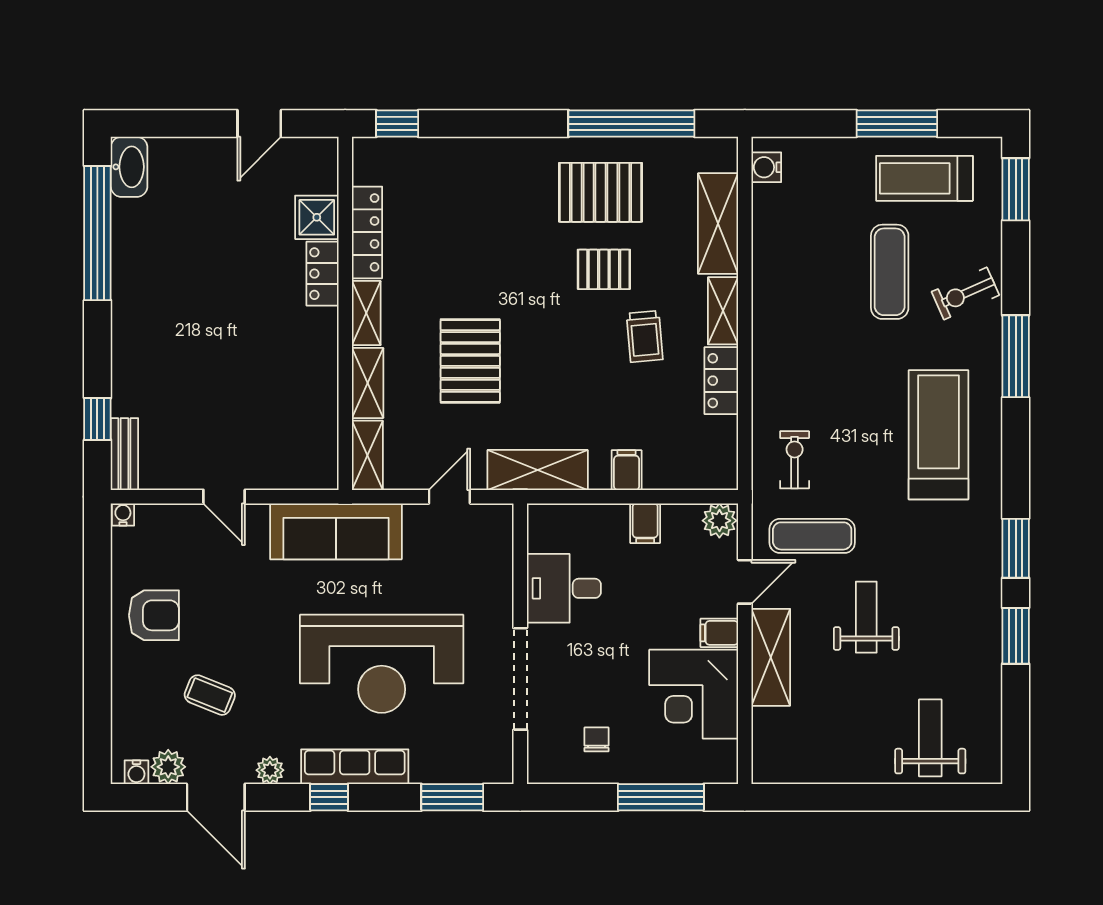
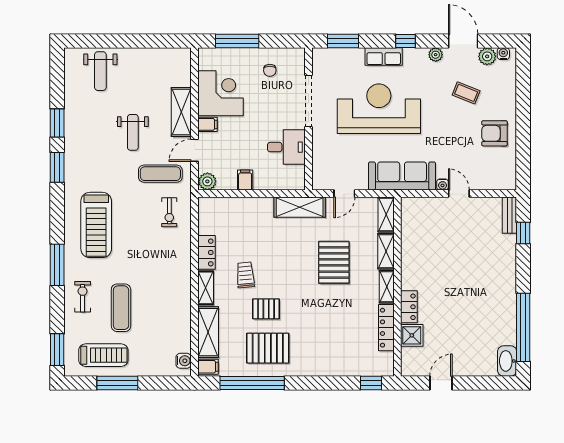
exercise bike: (965, 293) -> (83, 297), turned -66
filing cabinet: (627, 470) -> (208, 367), moved, turned -90
water cooler: (123, 515) -> (443, 184), moved
row of seats: (355, 767) -> (384, 56), width x0.68

